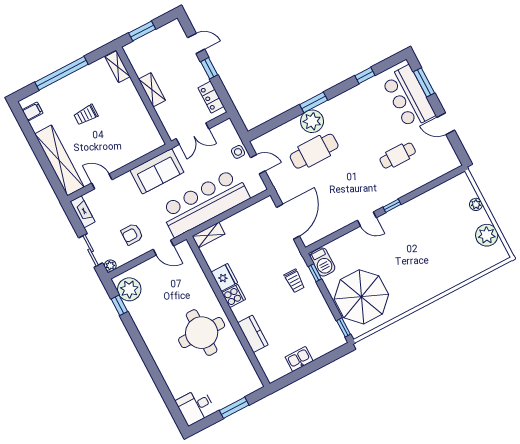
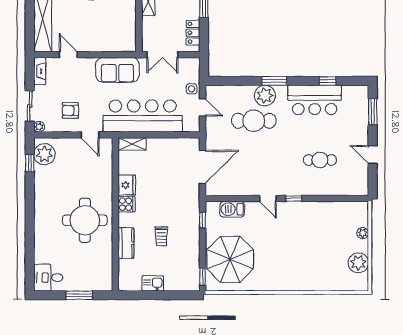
bar counter: (408, 97) -> (315, 100), moved, turned -90
barbecue: (323, 262) -> (232, 209), moved, turned 90
trolley: (294, 281) -> (161, 236), moved

